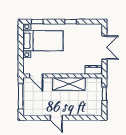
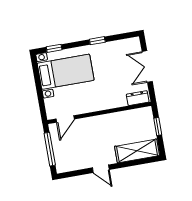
double door: (104, 47) -> (147, 66), swing flipped
door: (36, 76) -> (65, 119), hinge flipped
shelving: (69, 84) -> (137, 151), moved

